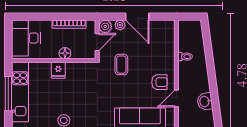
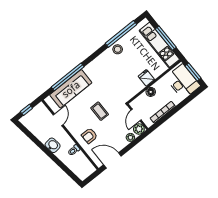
door: (137, 17) -> (112, 160), moved
window: (8, 39) -> (193, 72), added
coffee table: (121, 65) -> (100, 111), moved
armchair: (159, 82) -> (89, 136), moved
washbasin: (205, 101) -> (53, 145), moved

